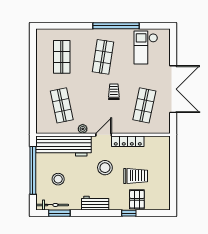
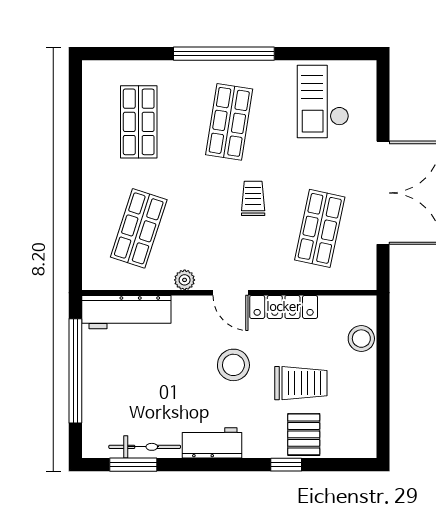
window: (116, 26) -> (224, 54), moved
shop shelf: (62, 105) -> (139, 228), turned 30
door: (104, 135) -> (230, 293), swing flipped
workbench: (64, 146) -> (126, 312), width x0.73, depth x0.76
stool: (58, 179) -> (361, 339), moved
bicycle: (52, 205) -> (145, 447), moved

